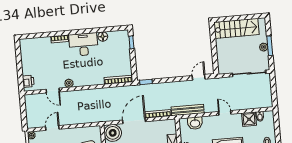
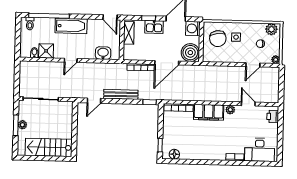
floor lamp: (103, 37) -> (174, 154), moved
desk: (83, 44) -> (260, 150), moved
filing cabinet: (89, 78) -> (209, 112), added
bench: (188, 110) -> (121, 94), moved
door: (225, 113) -> (71, 60), hinge flipped

